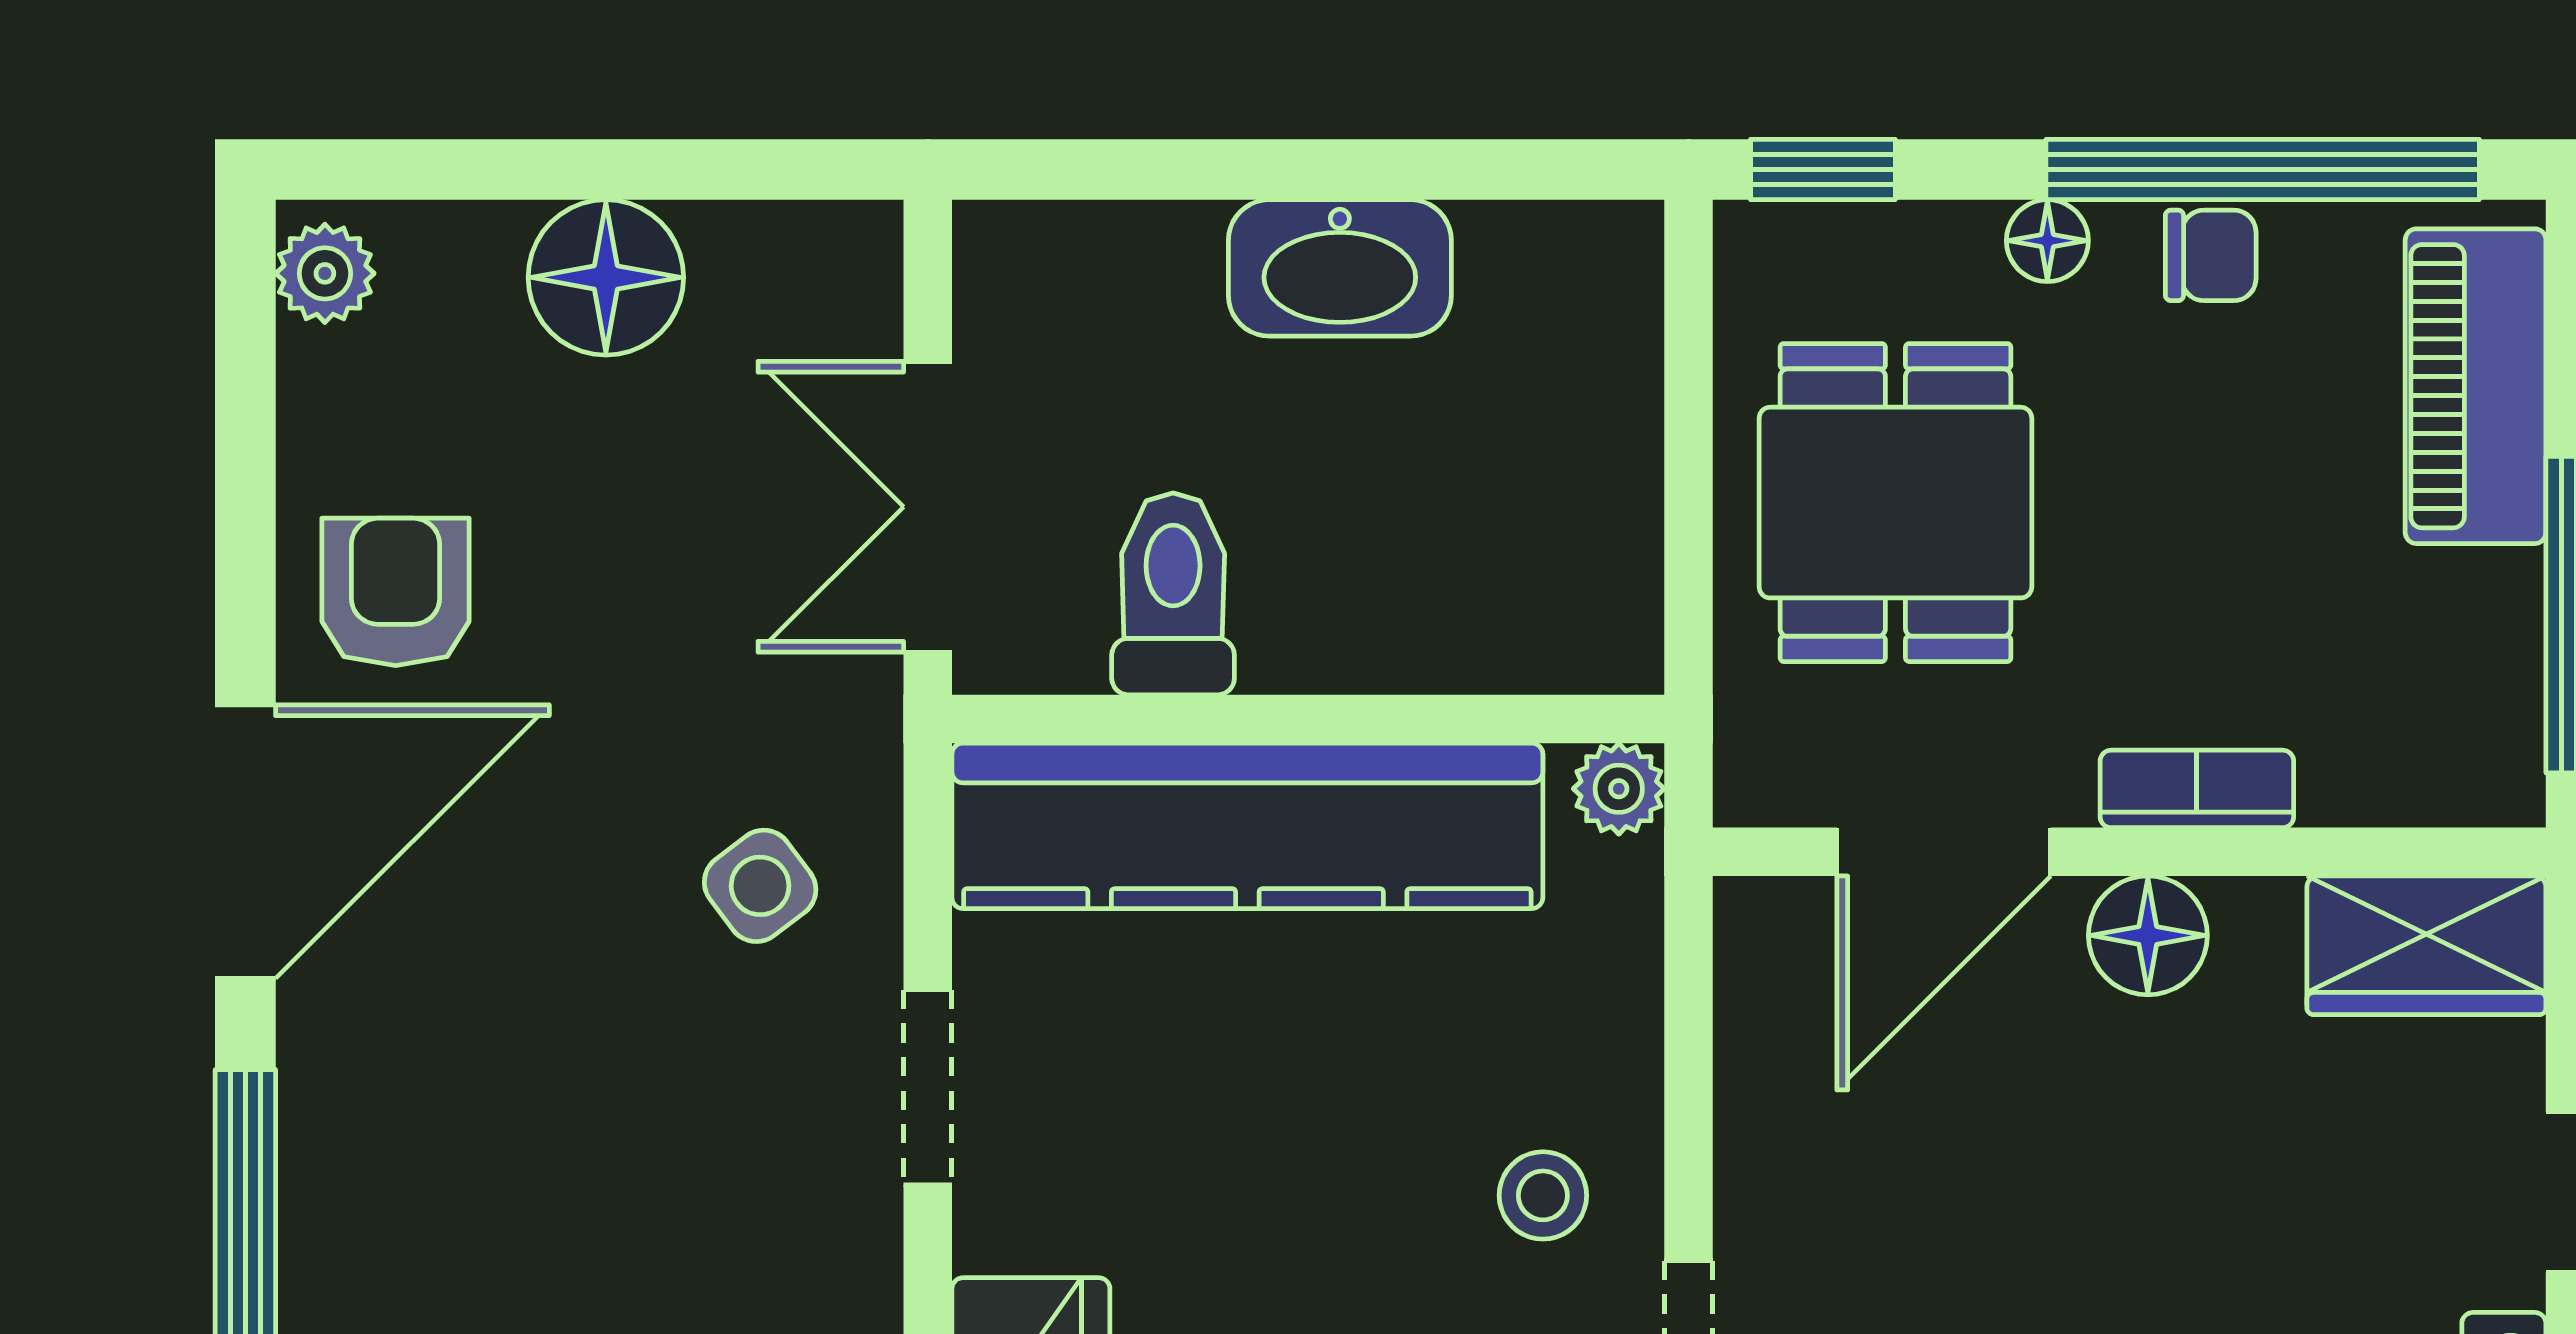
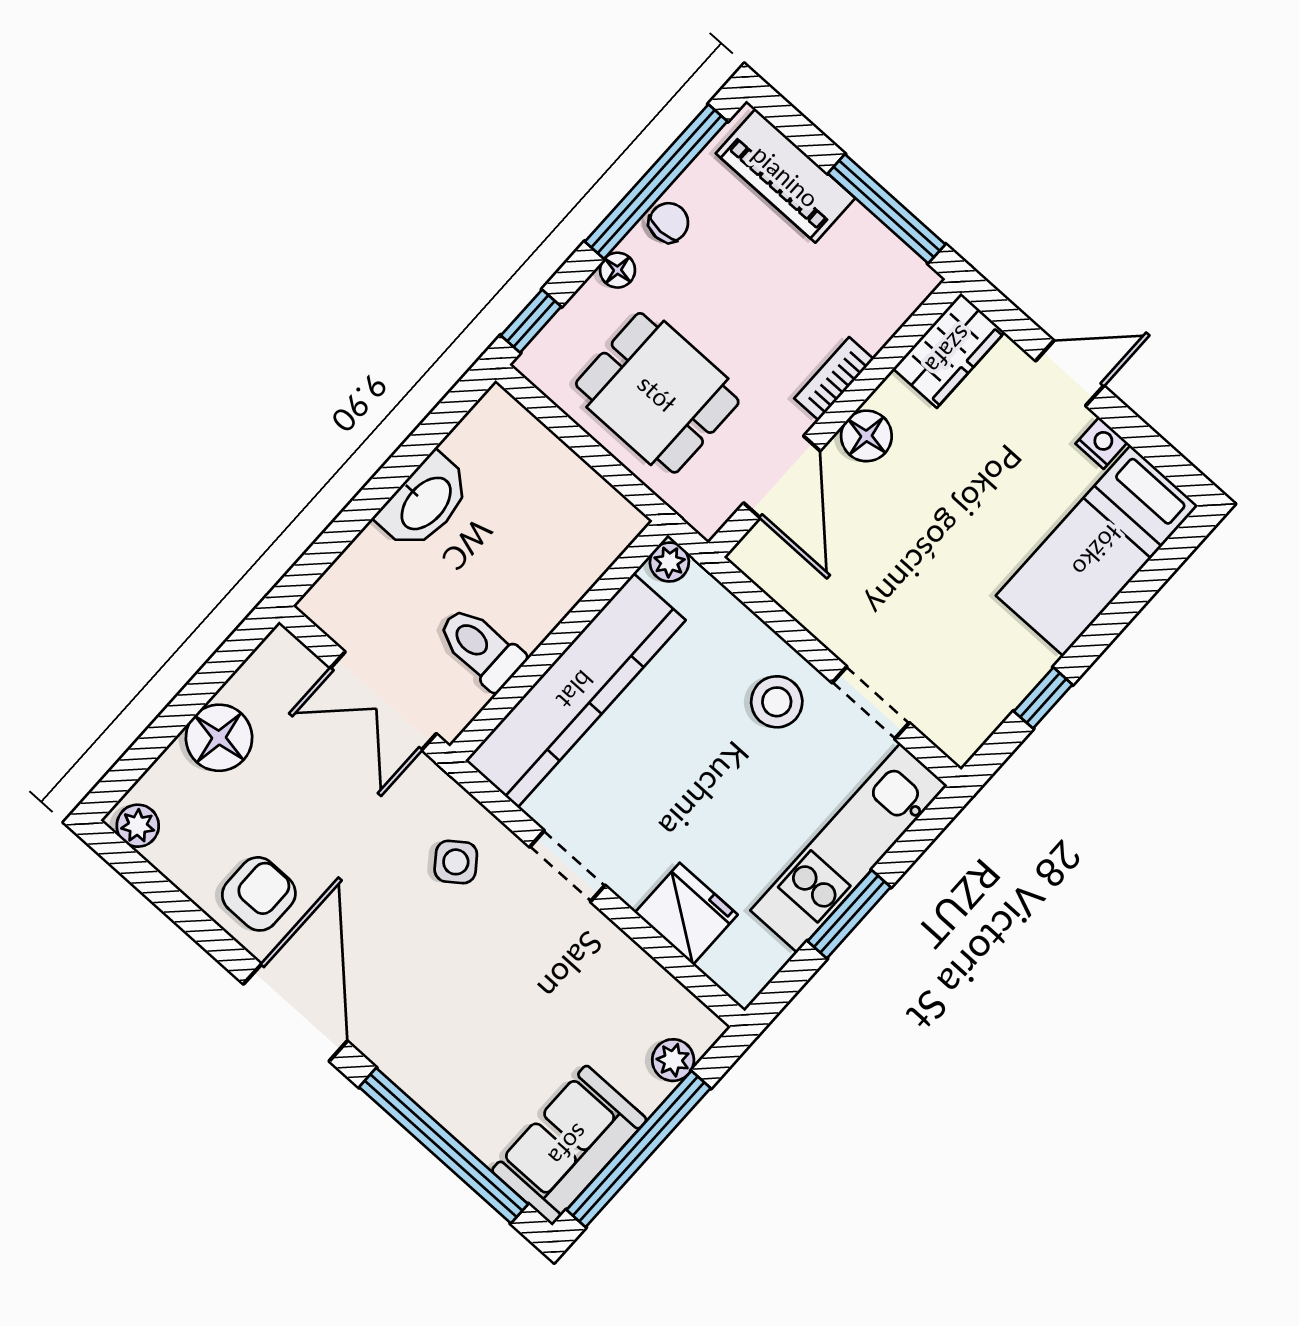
armchair: (396, 592) -> (259, 894), turned 90
stool: (1543, 1195) -> (777, 702), width x1.37, depth x1.37

